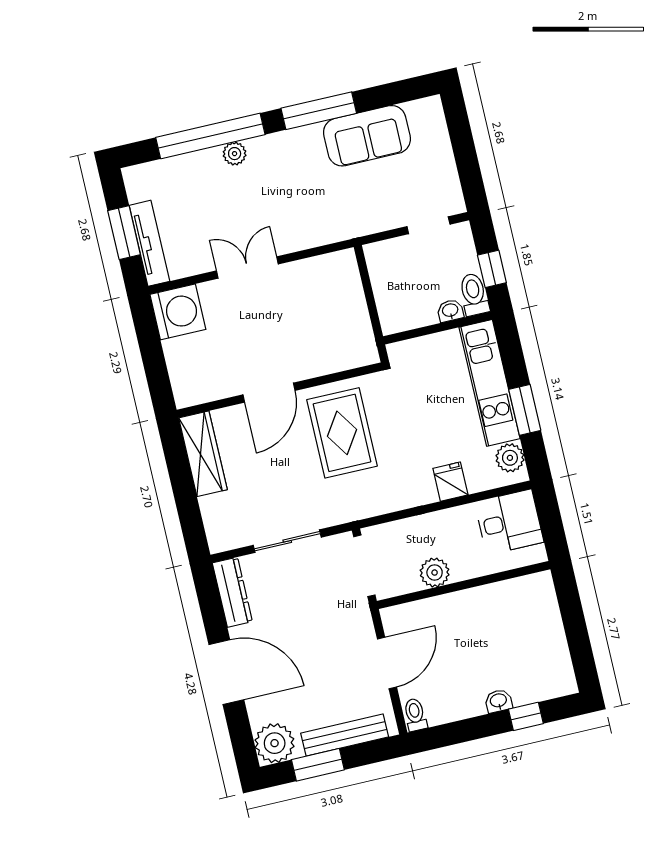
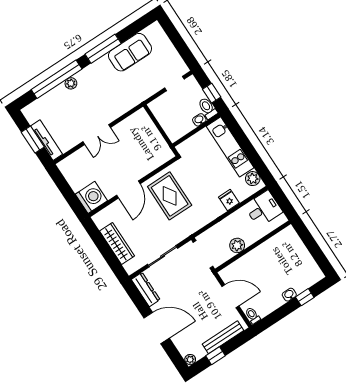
double door: (247, 267) -> (97, 135), swing flipped
washing machine: (178, 312) -> (91, 197), moved
window: (525, 410) -> (251, 153), removed
wardrobe: (203, 454) -> (117, 244), moved
door: (387, 663) -> (230, 296), hinge flipped
plant: (275, 743) -> (190, 360), width x0.53, depth x0.53
window: (318, 765) -> (216, 356), width x0.67

